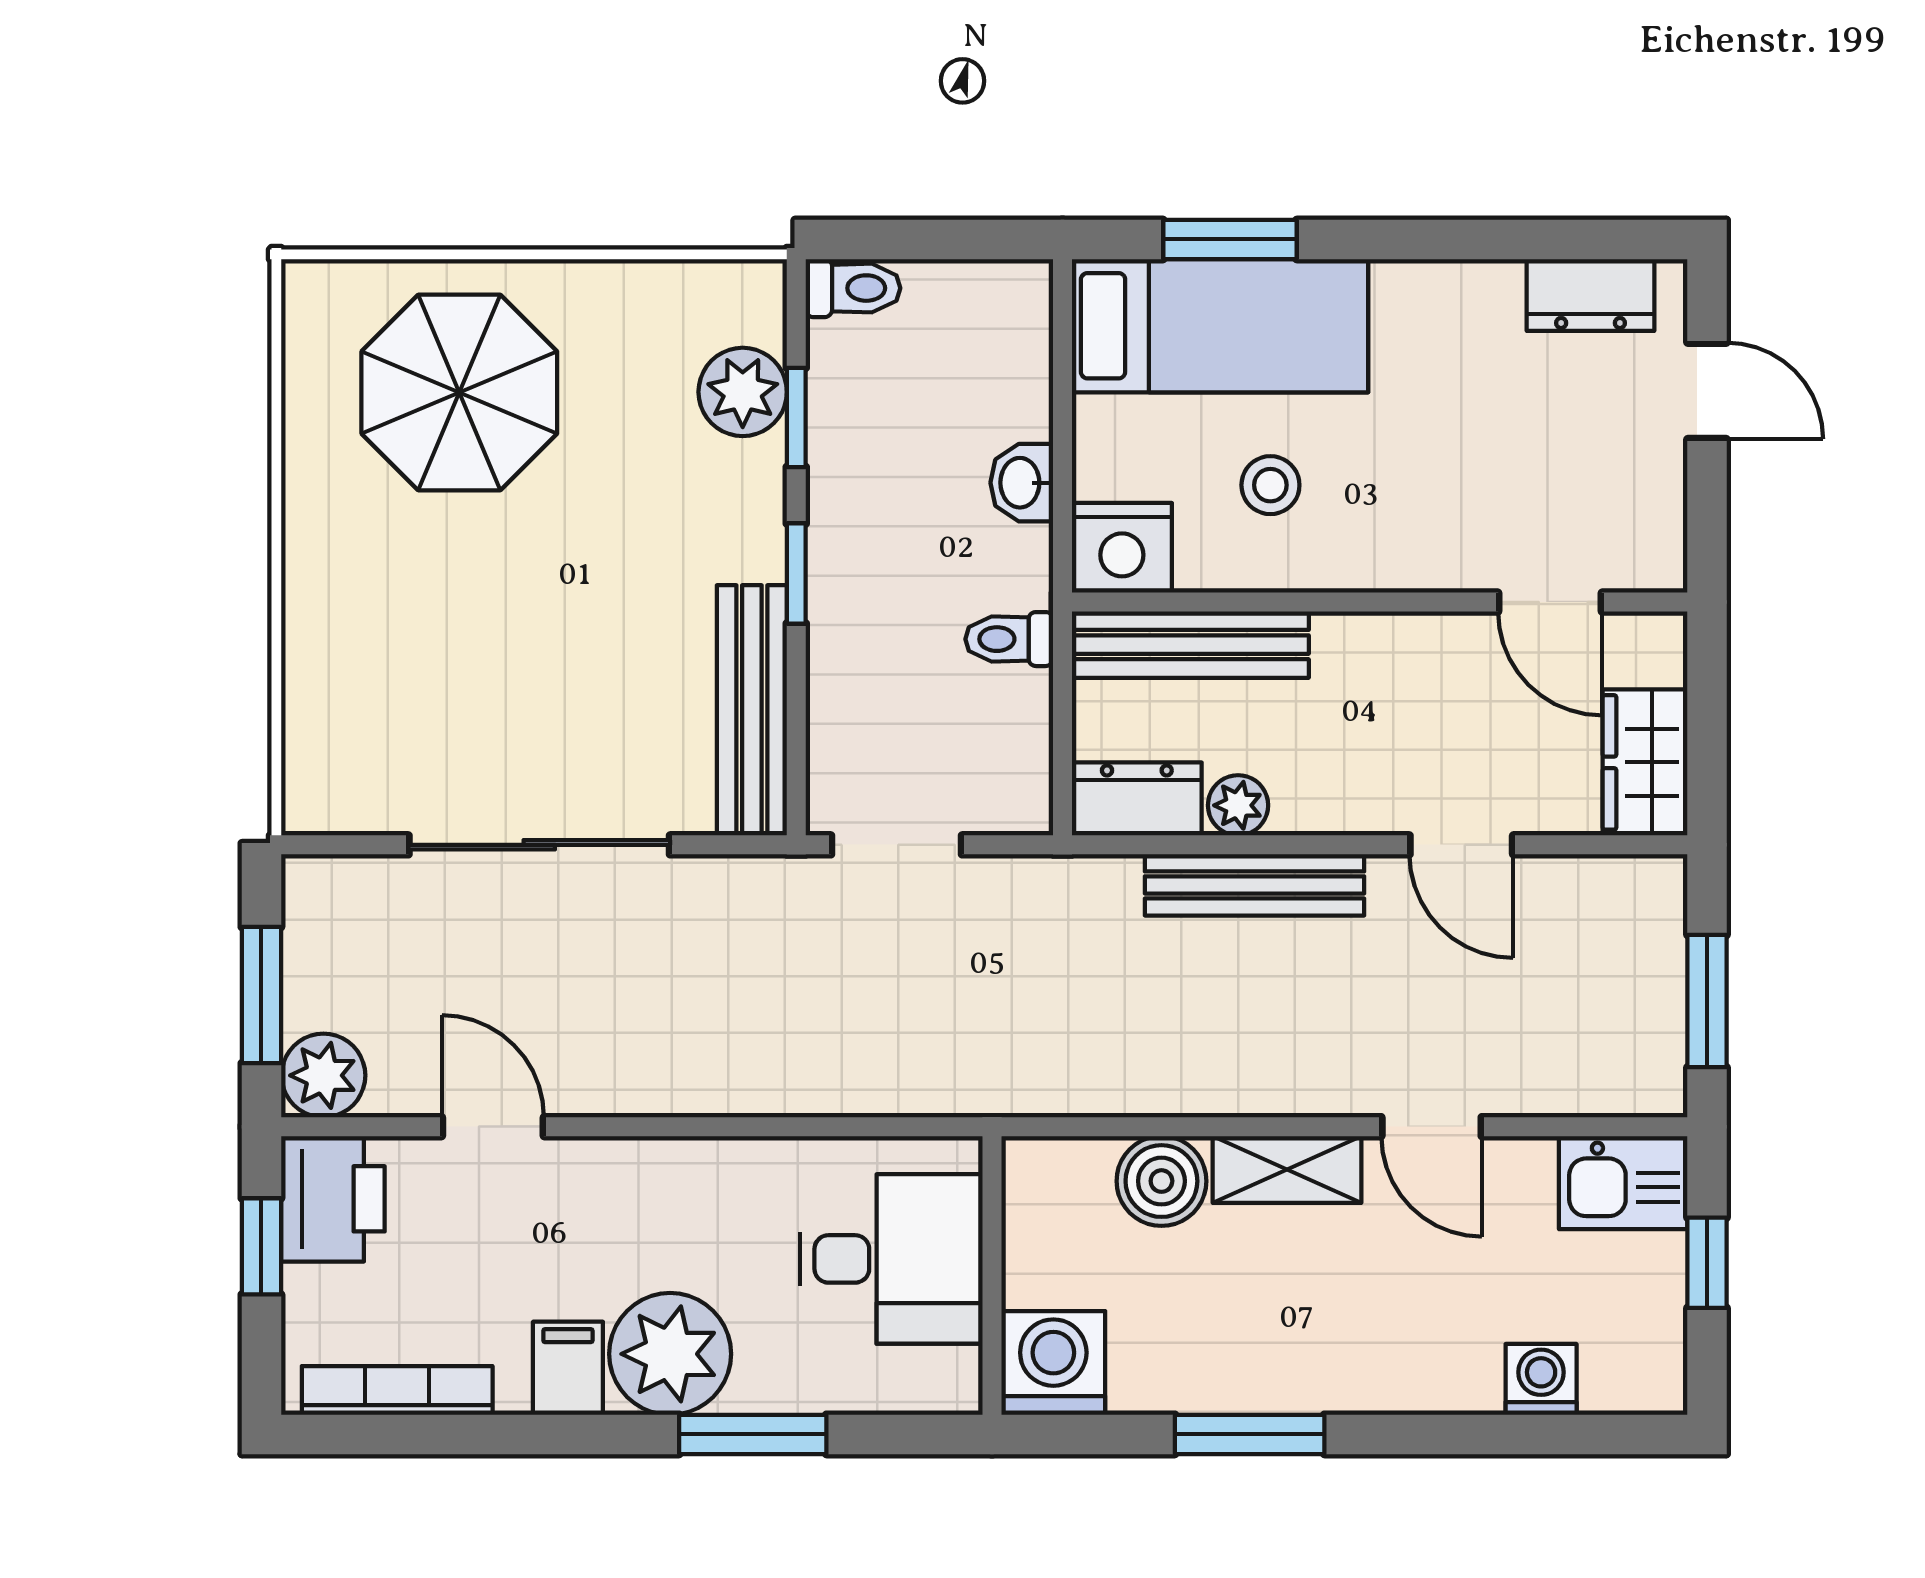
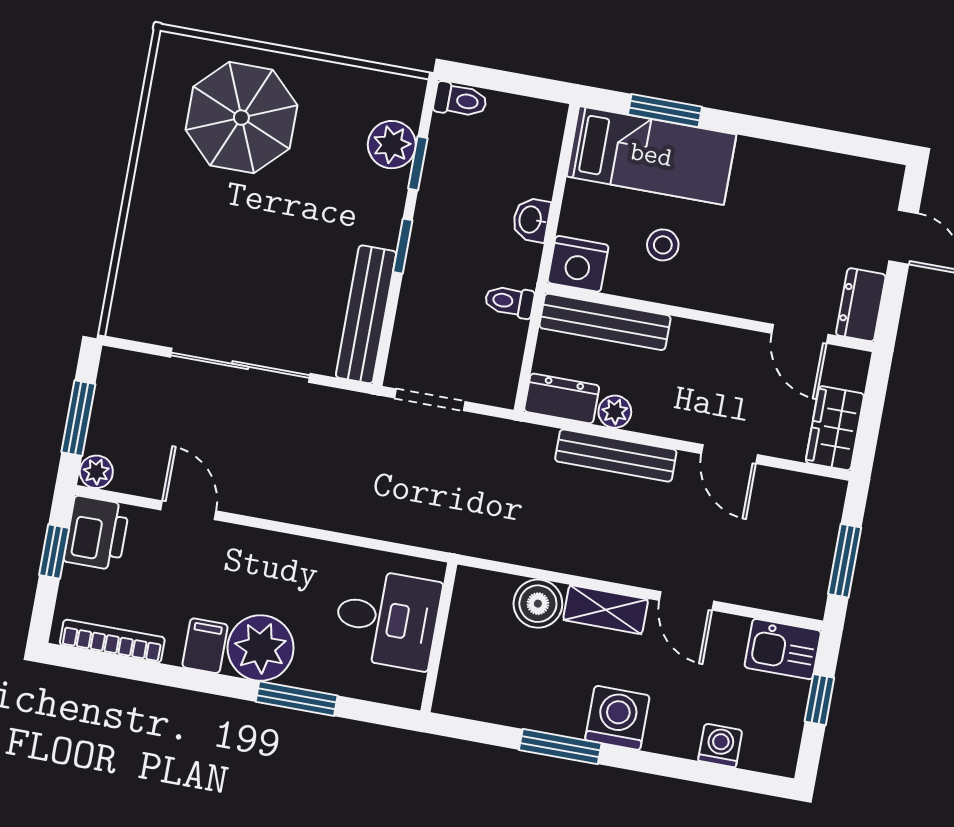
dresser: (1591, 295) -> (861, 305), moved, turned 90
plant: (323, 1075) -> (96, 472), width x0.73, depth x0.73
washing machine: (1053, 1363) -> (617, 718), moved

